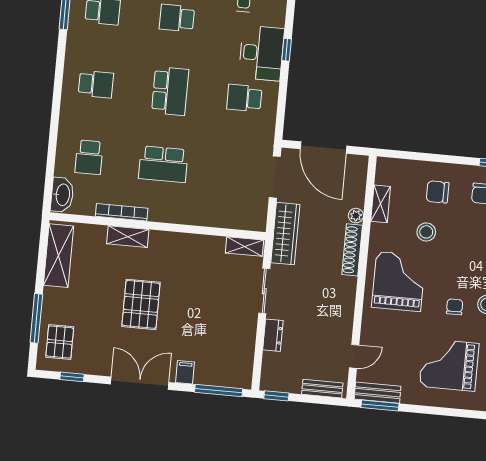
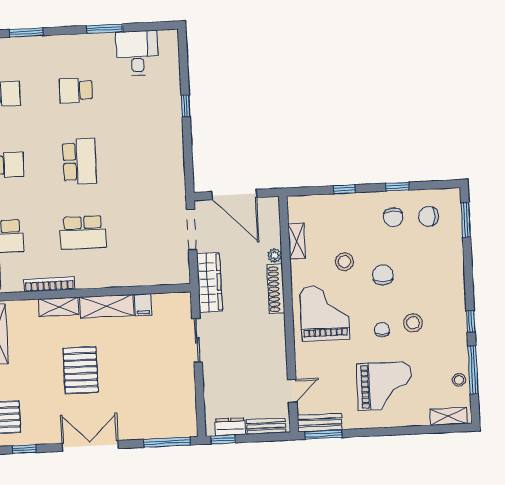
desk: (261, 53) -> (162, 113), removed
school desk: (244, 98) -> (152, 158), removed
window: (437, 158) -> (344, 189), added
chair: (438, 192) -> (383, 275), moved, turned 90
shelving: (245, 246) -> (107, 306), moved, width x1.50, depth x1.33
dresser: (273, 335) -> (230, 427), moved, turned -90
grand piano: (449, 365) -> (384, 386), turned 180
filing cabinet: (185, 372) -> (143, 305), moved, turned 180

